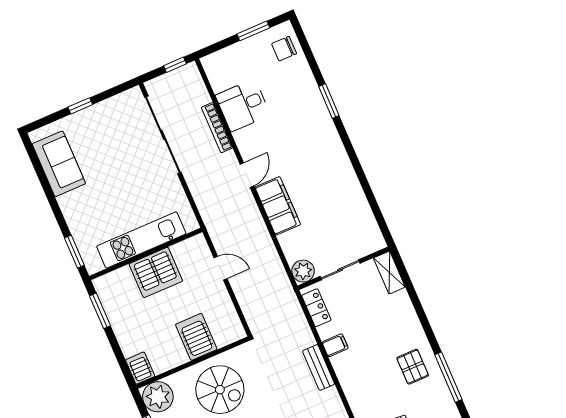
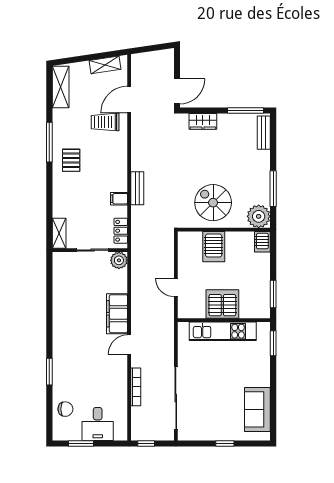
chair: (284, 49) -> (65, 409), moved
desk: (243, 105) -> (98, 424), moved, turned 90

